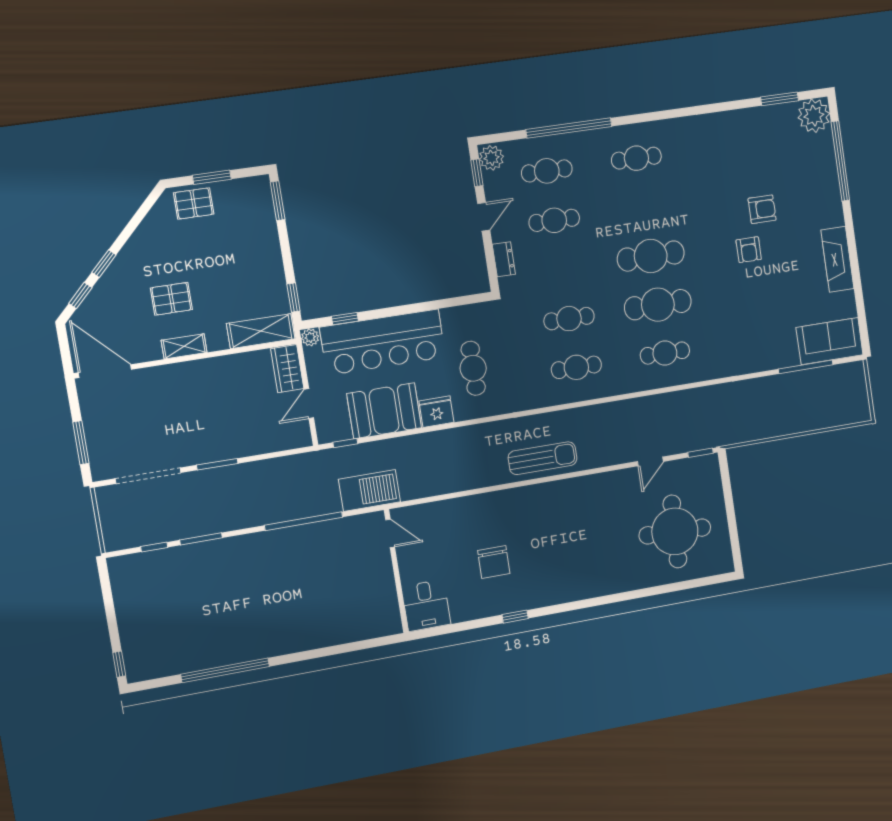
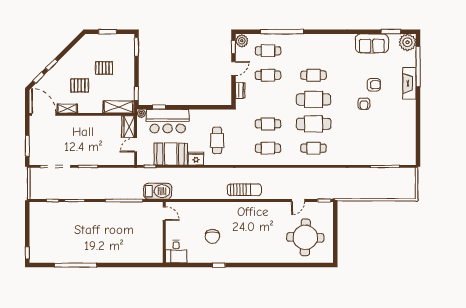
cafe table: (636, 158) -> (314, 75), moved
pallet: (194, 203) -> (104, 68), moved
fireplace: (837, 259) -> (409, 83), moved
sofa: (830, 341) -> (372, 43), moved, turned 180
bar counter: (383, 342) -> (168, 121), width x0.73
shelving: (184, 346) -> (67, 109), moved

